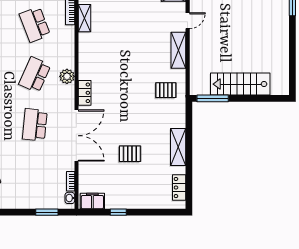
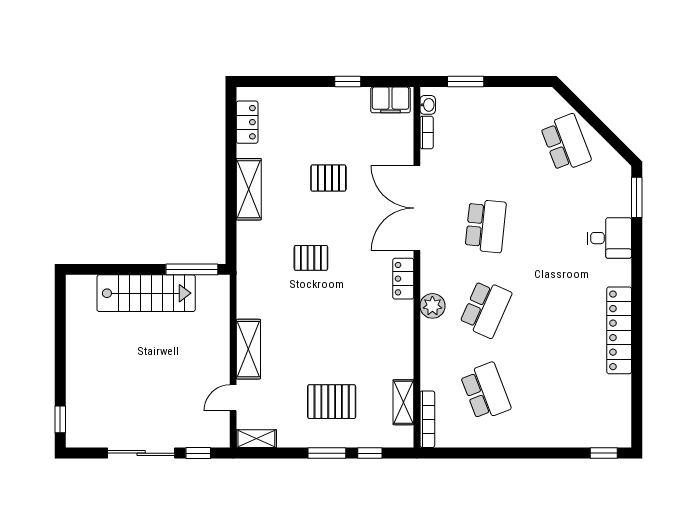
pallet: (128, 18) -> (332, 402), added
pallet: (166, 90) -> (311, 258), moved

